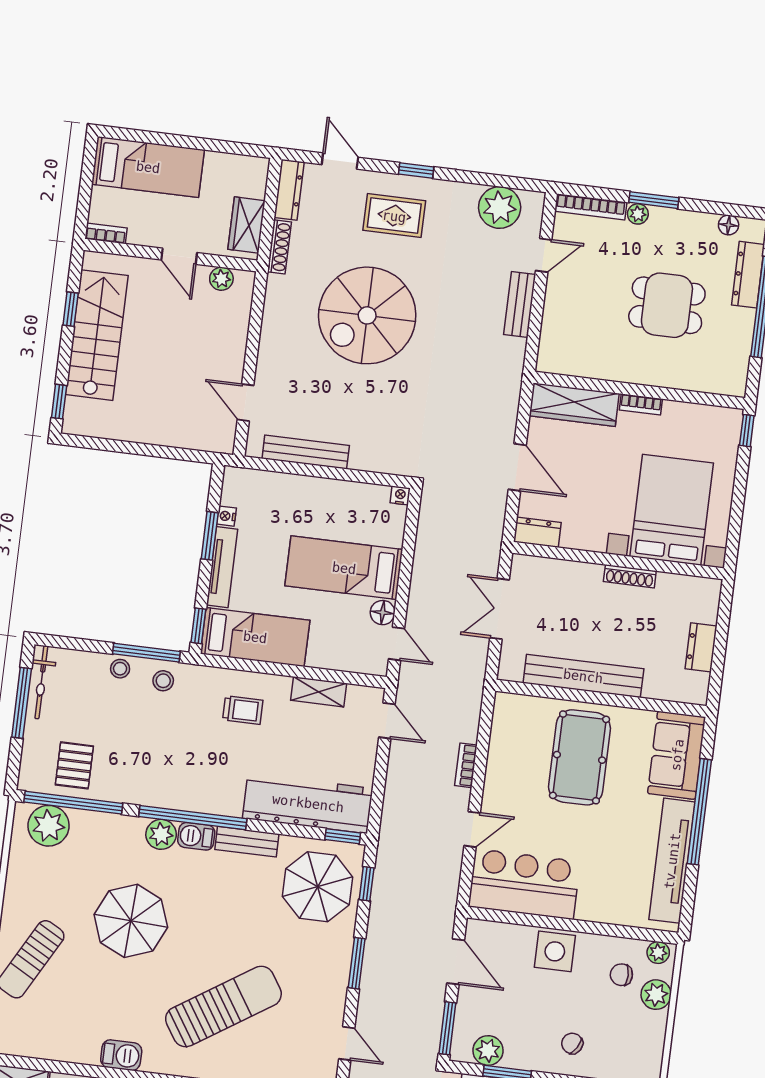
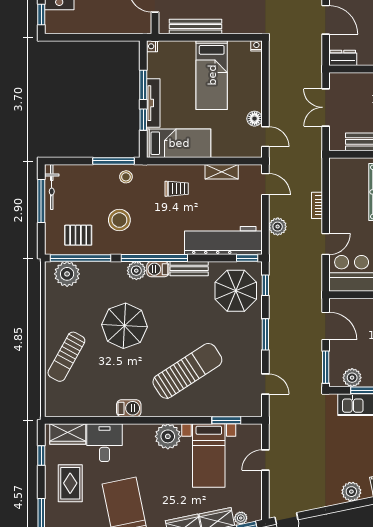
nightstand: (226, 516) -> (152, 46), moved
bed: (344, 568) -> (212, 75), moved, turned -90
window: (198, 626) -> (143, 120), moved
stool: (120, 669) -> (119, 220), moved, width x1.89, depth x1.89
pallet: (74, 765) -> (78, 235), turned 90
plant: (398, 792) -> (278, 227), added

